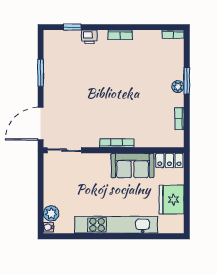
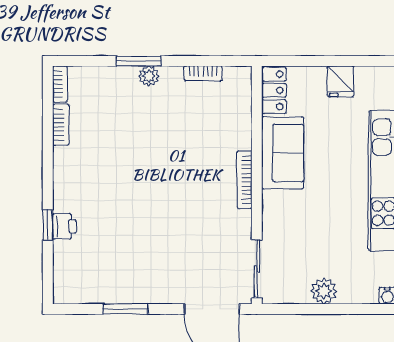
window: (72, 27) -> (48, 225), moved
bookcase: (120, 35) -> (61, 125), moved
fridge: (172, 200) -> (340, 81), width x0.53, depth x0.75
plant: (51, 213) -> (324, 291), moved

